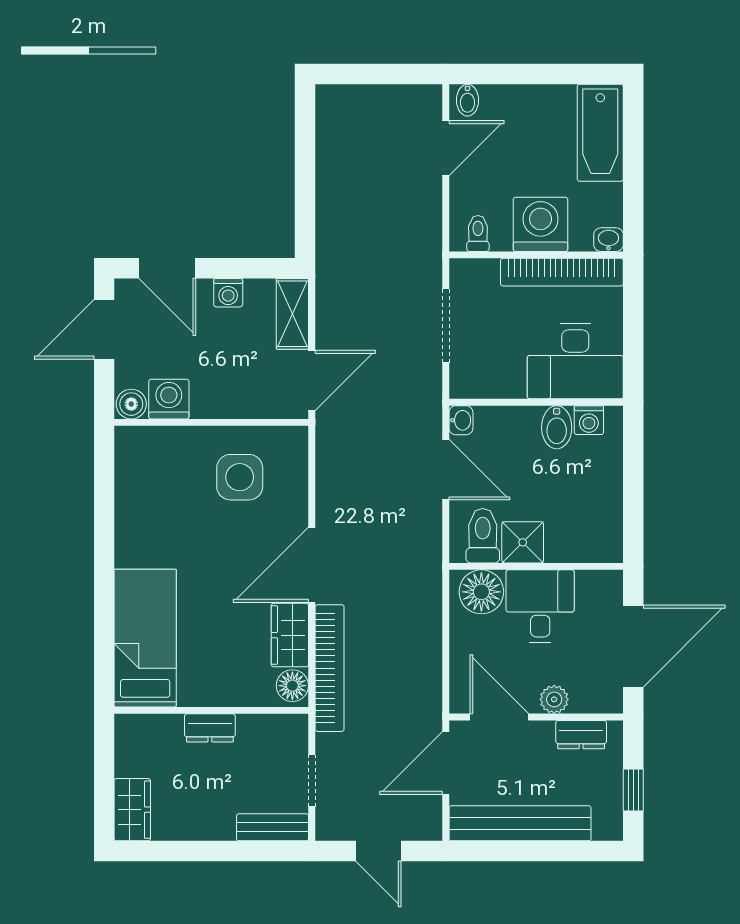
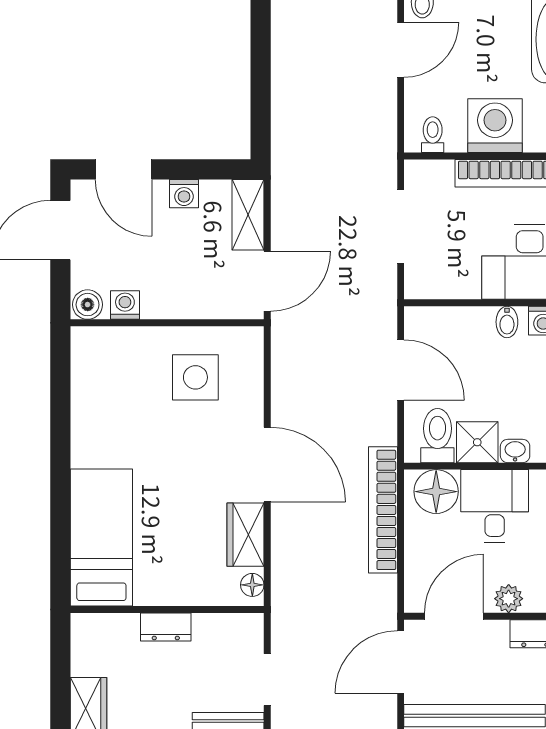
washing machine: (169, 399) -> (125, 305), width x0.73, depth x0.73
washbasin: (461, 420) -> (515, 451), moved, turned -90
bidet: (557, 427) -> (507, 322), width x0.72, depth x0.74
door: (312, 565) -> (267, 465), swing flipped
bookcase: (330, 668) -> (383, 510), moved, turned 180
floor lamp: (292, 686) -> (252, 585), width x0.73, depth x0.73
door: (499, 717) -> (454, 616), hinge flipped

